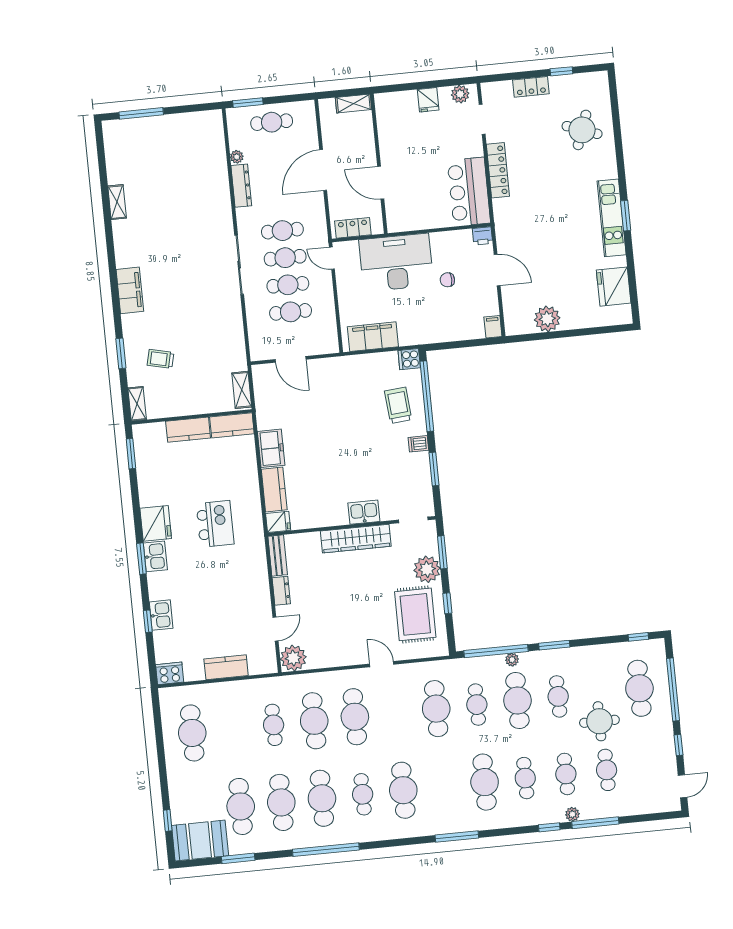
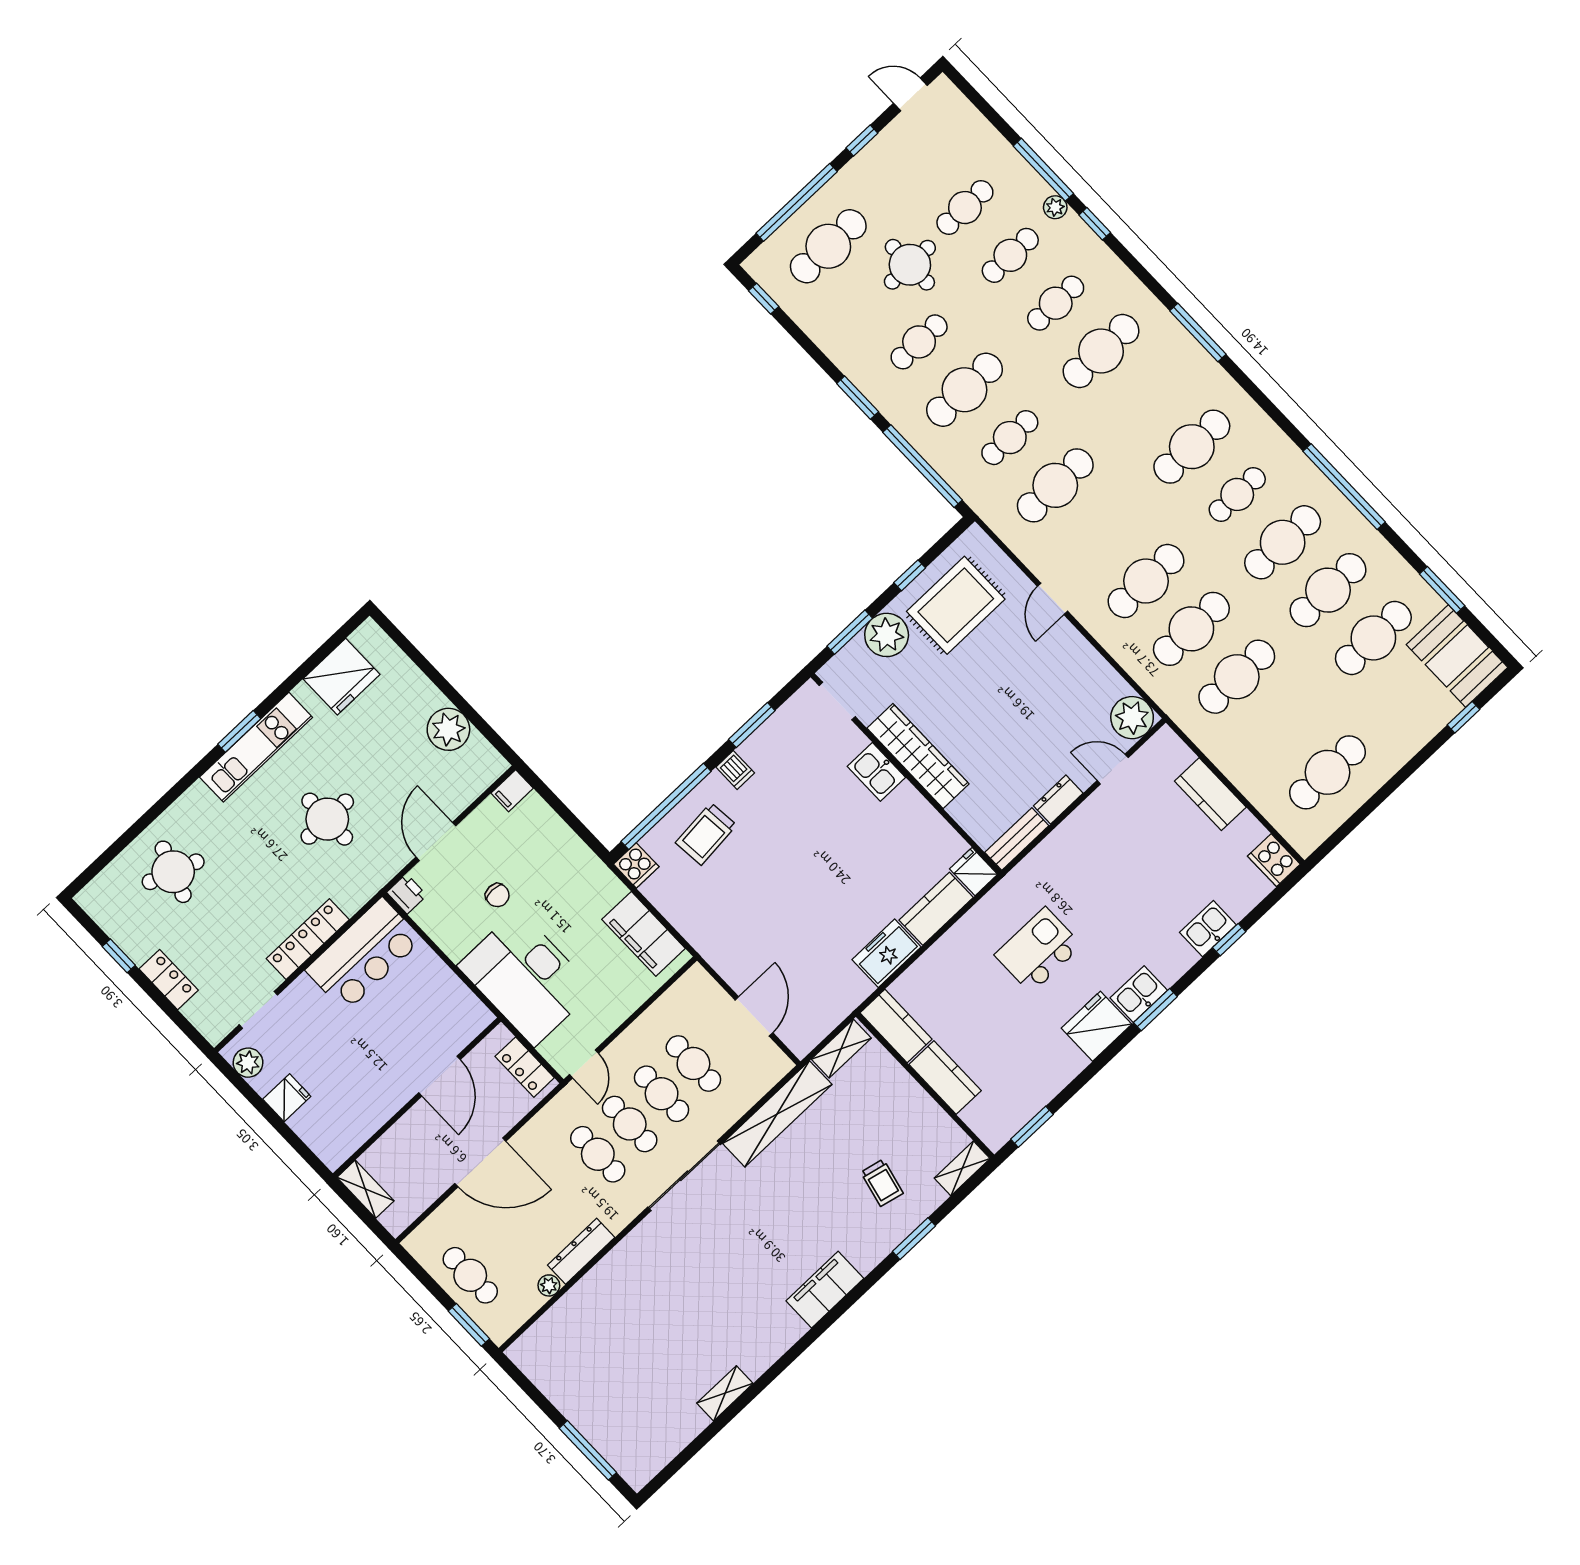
round table: (549, 225) -> (327, 819), added
shelving: (234, 334) -> (777, 1114), added
plant: (512, 660) -> (918, 437), removed
cafe table: (274, 725) -> (1237, 677), width x1.37, depth x1.35

